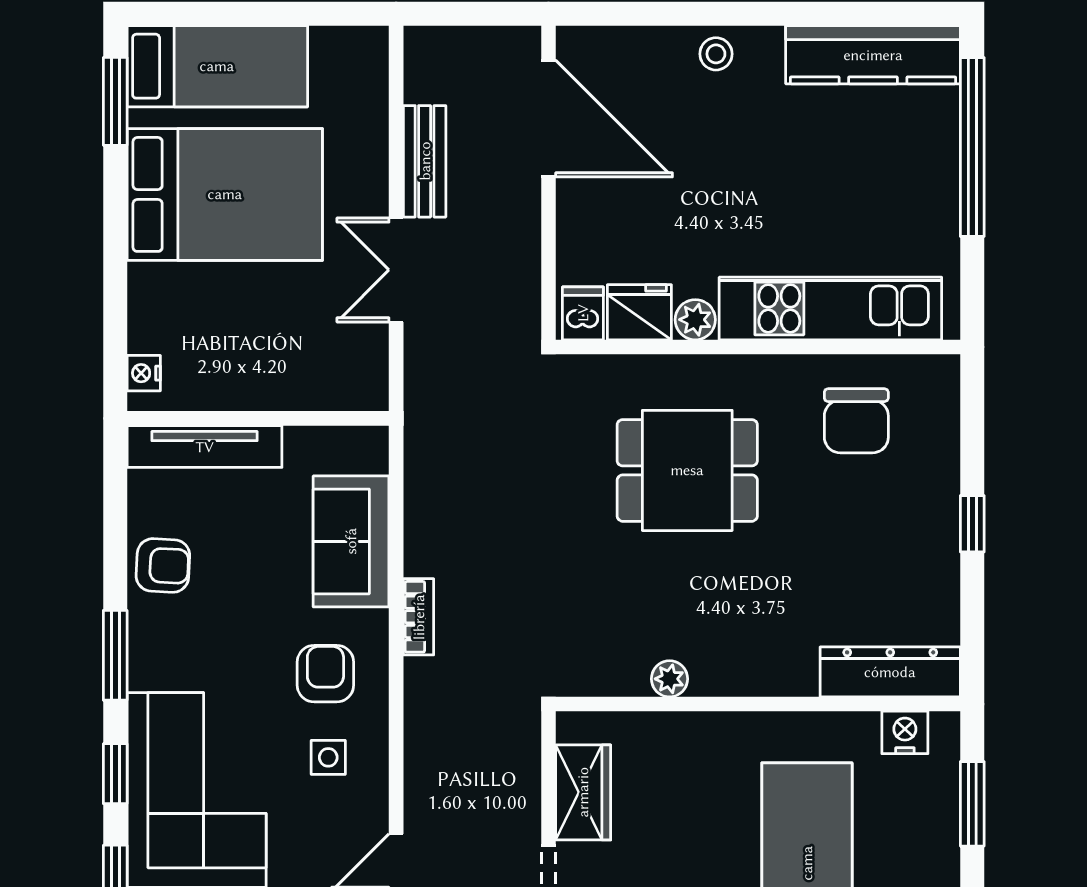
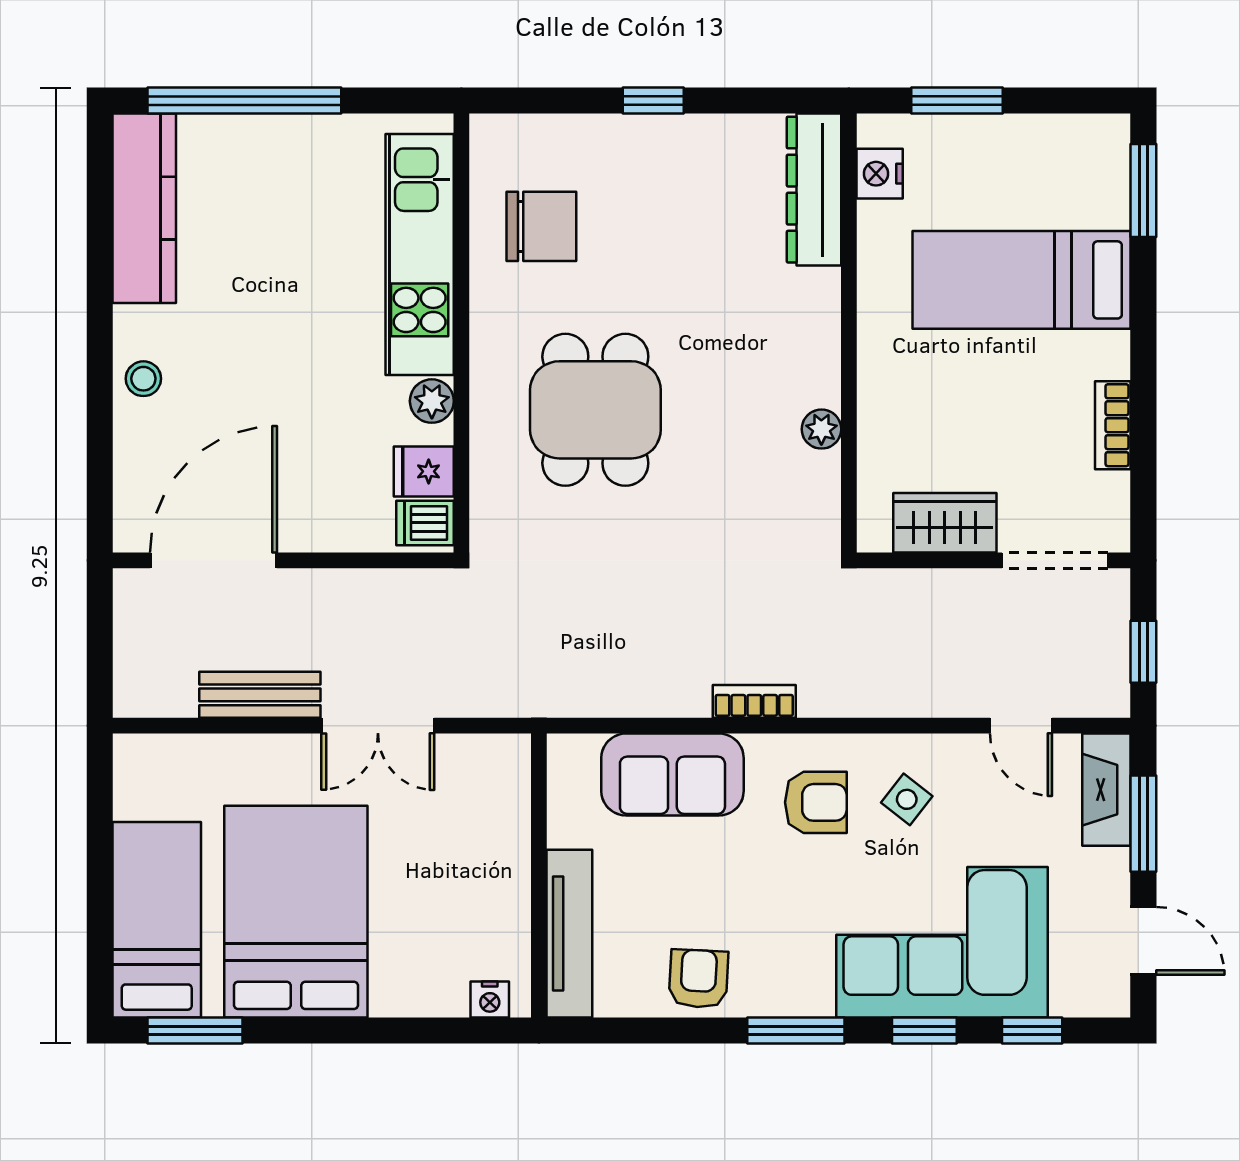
fridge: (639, 312) -> (424, 471), width x0.72
armchair: (325, 674) -> (816, 802), turned 180
side table: (328, 757) -> (907, 799), turned 38

